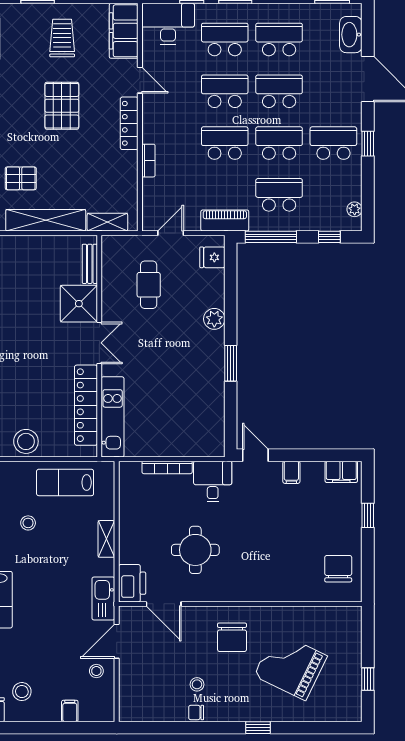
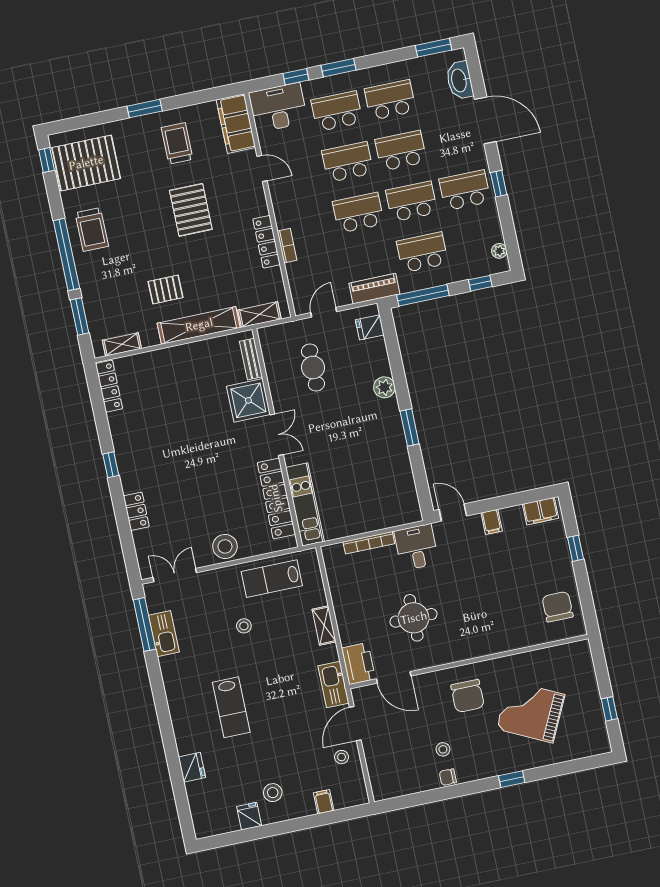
locker: (129, 123) -> (267, 242), moved

